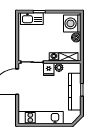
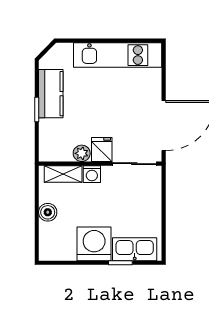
washing machine: (72, 23) -> (94, 244), moved, turned -90
kitchen counter: (75, 92) -> (51, 94), width x0.67

